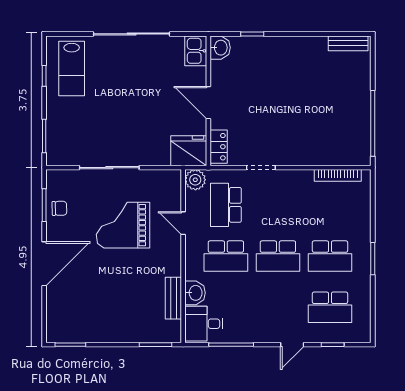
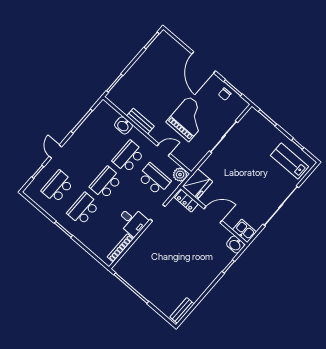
bench: (173, 298) -> (140, 121), moved
desk: (204, 324) -> (132, 221), moved, turned 90

